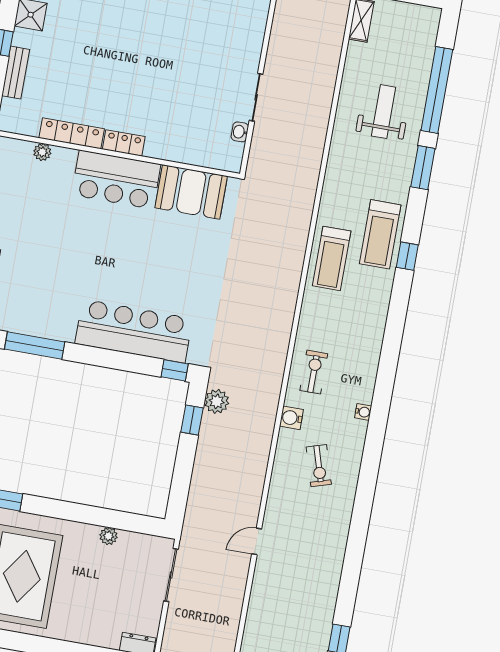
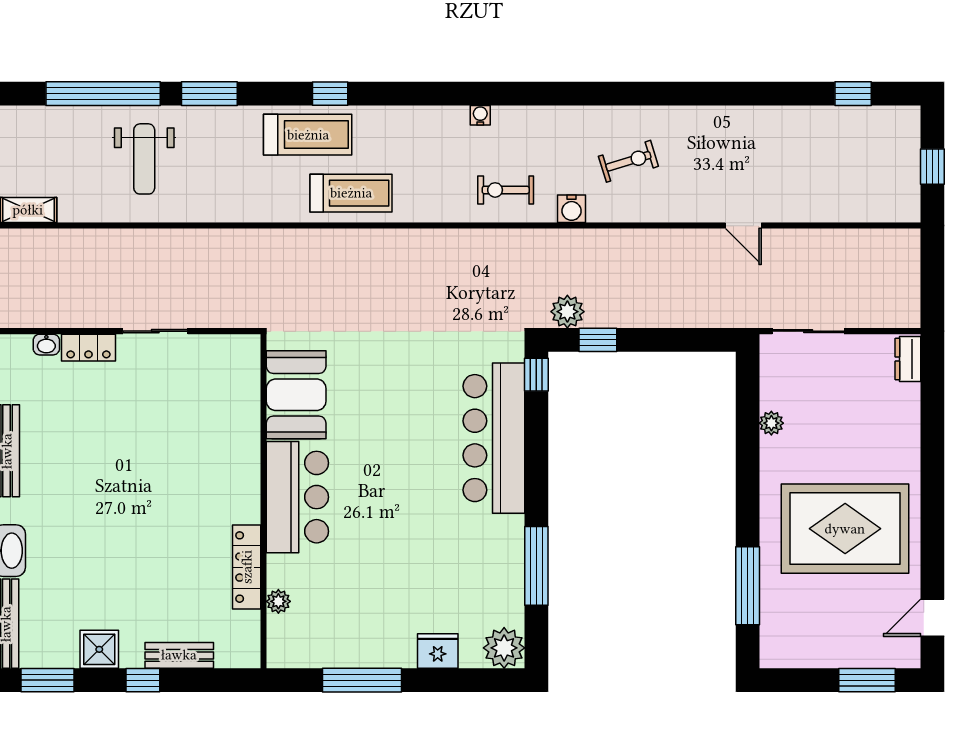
weight bench: (384, 112) -> (144, 159), turned -90
washbasin: (240, 132) -> (46, 345), moved
locker: (124, 143) -> (88, 348), moved, turned -90
water cooler: (363, 412) -> (480, 115), moved

